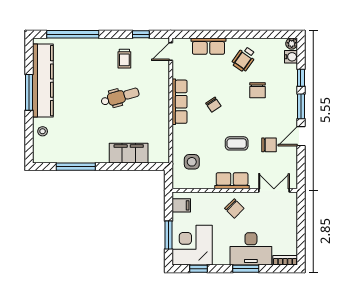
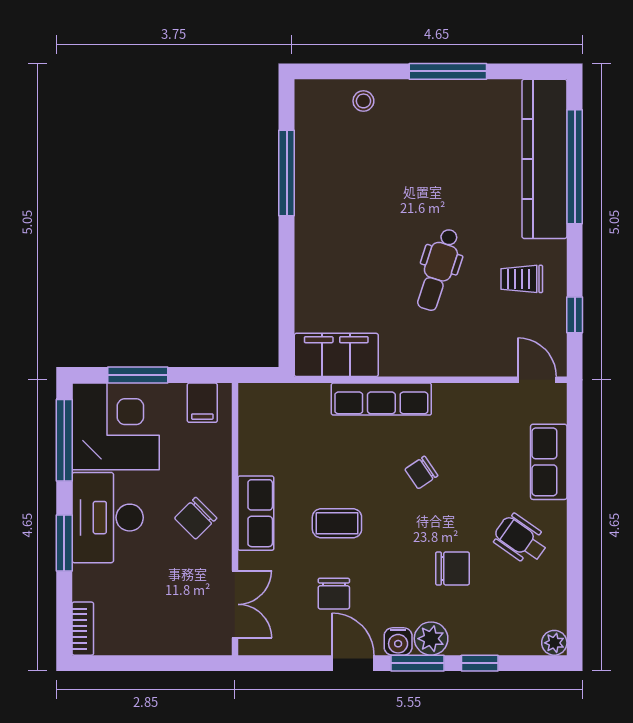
water cooler: (291, 57) -> (398, 641), moved
kitchen counter: (43, 81) -> (544, 159), moved, turned 90
chair: (257, 90) -> (453, 568), turned 180
dental chair: (120, 97) -> (438, 270), turned 34
plant: (290, 100) -> (431, 639), added
row of seats: (180, 102) -> (381, 399), moved
coffee table: (237, 143) -> (337, 523), turned 90
filing cabinet: (129, 153) -> (336, 355), moved, turned -90
side table: (192, 162) -> (297, 426), removed
desk: (251, 249) -> (108, 518), moved
window: (199, 269) -> (64, 440), width x2.17

